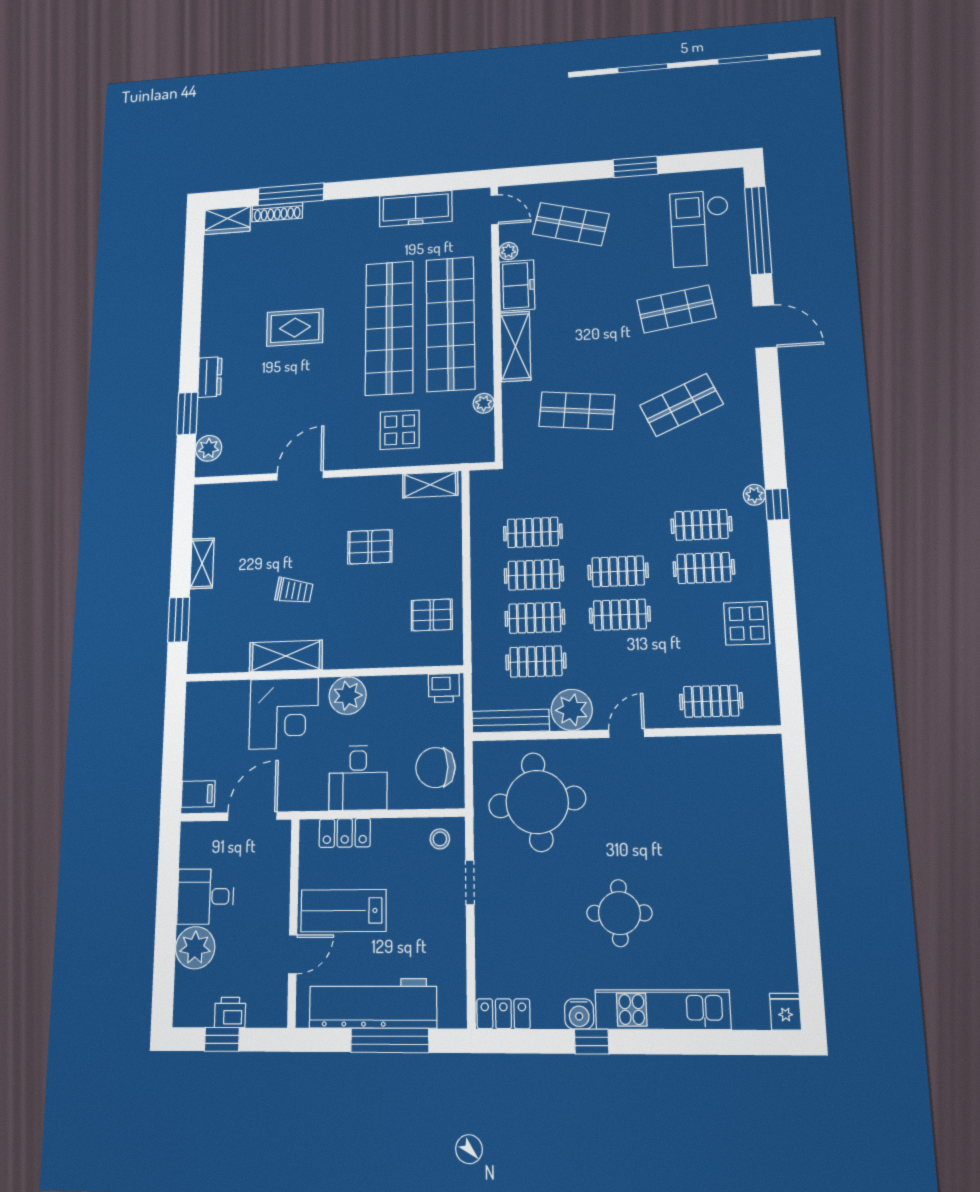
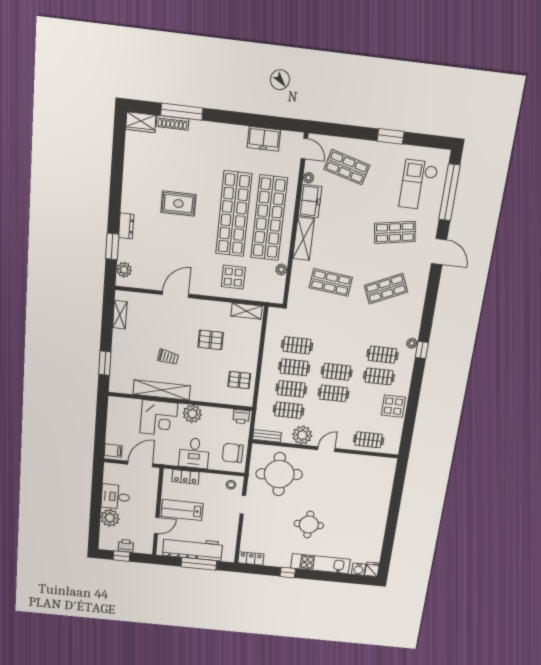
freezer: (416, 209) -> (264, 139), width x0.71
shelving: (202, 563) -> (120, 315), moved
shelving: (286, 656) -> (162, 390), width x1.47
bench: (511, 721) -> (267, 436), width x0.73
water cooler: (579, 1014) -> (358, 569), moved

